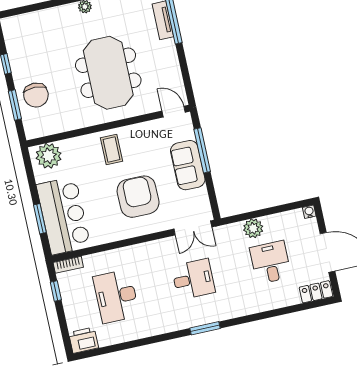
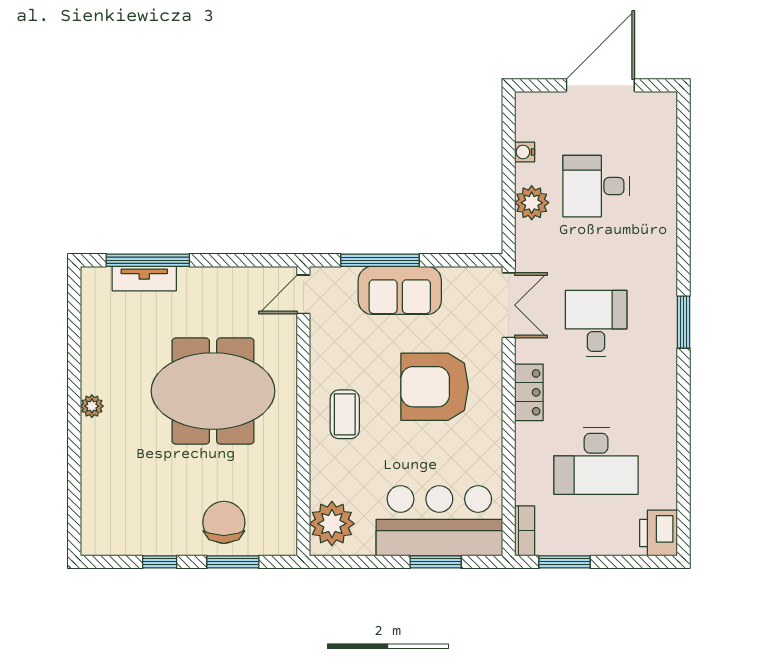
chair: (36, 95) -> (224, 522), turned -90
coffee table: (111, 150) -> (345, 414), turned 90
water cooler: (309, 212) -> (525, 152), moved
window: (56, 291) -> (564, 562), width x1.50
locker: (316, 292) -> (529, 392), moved, turned 180

